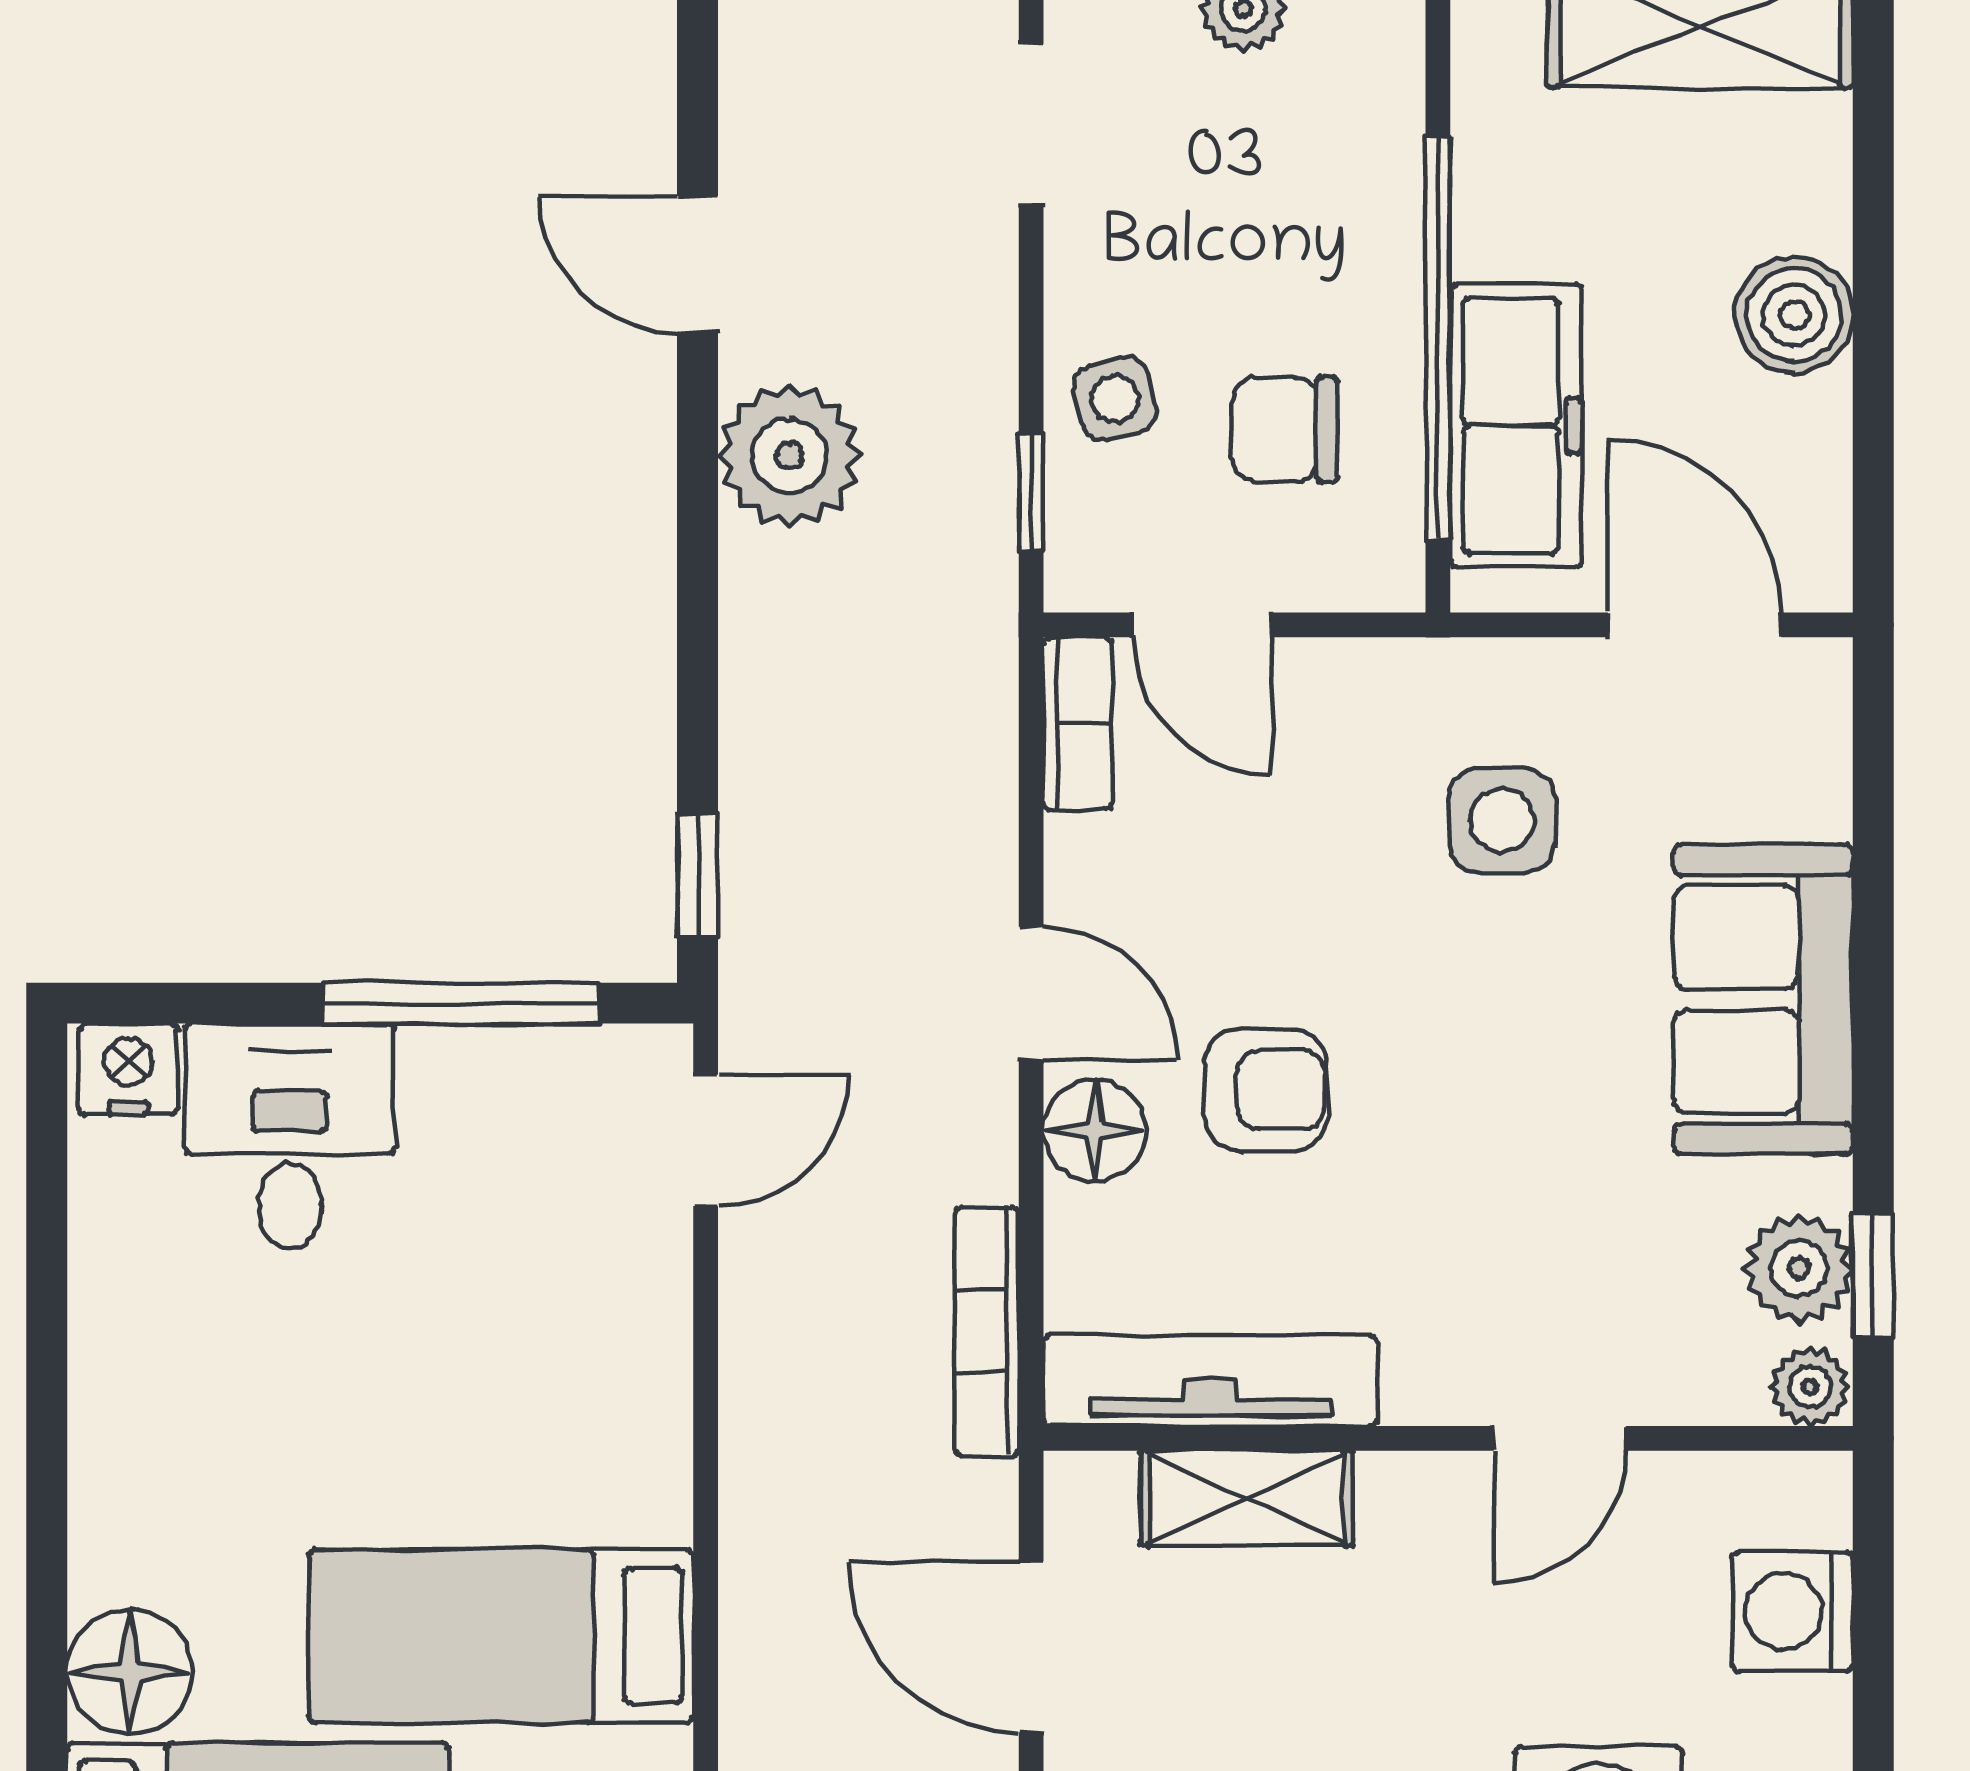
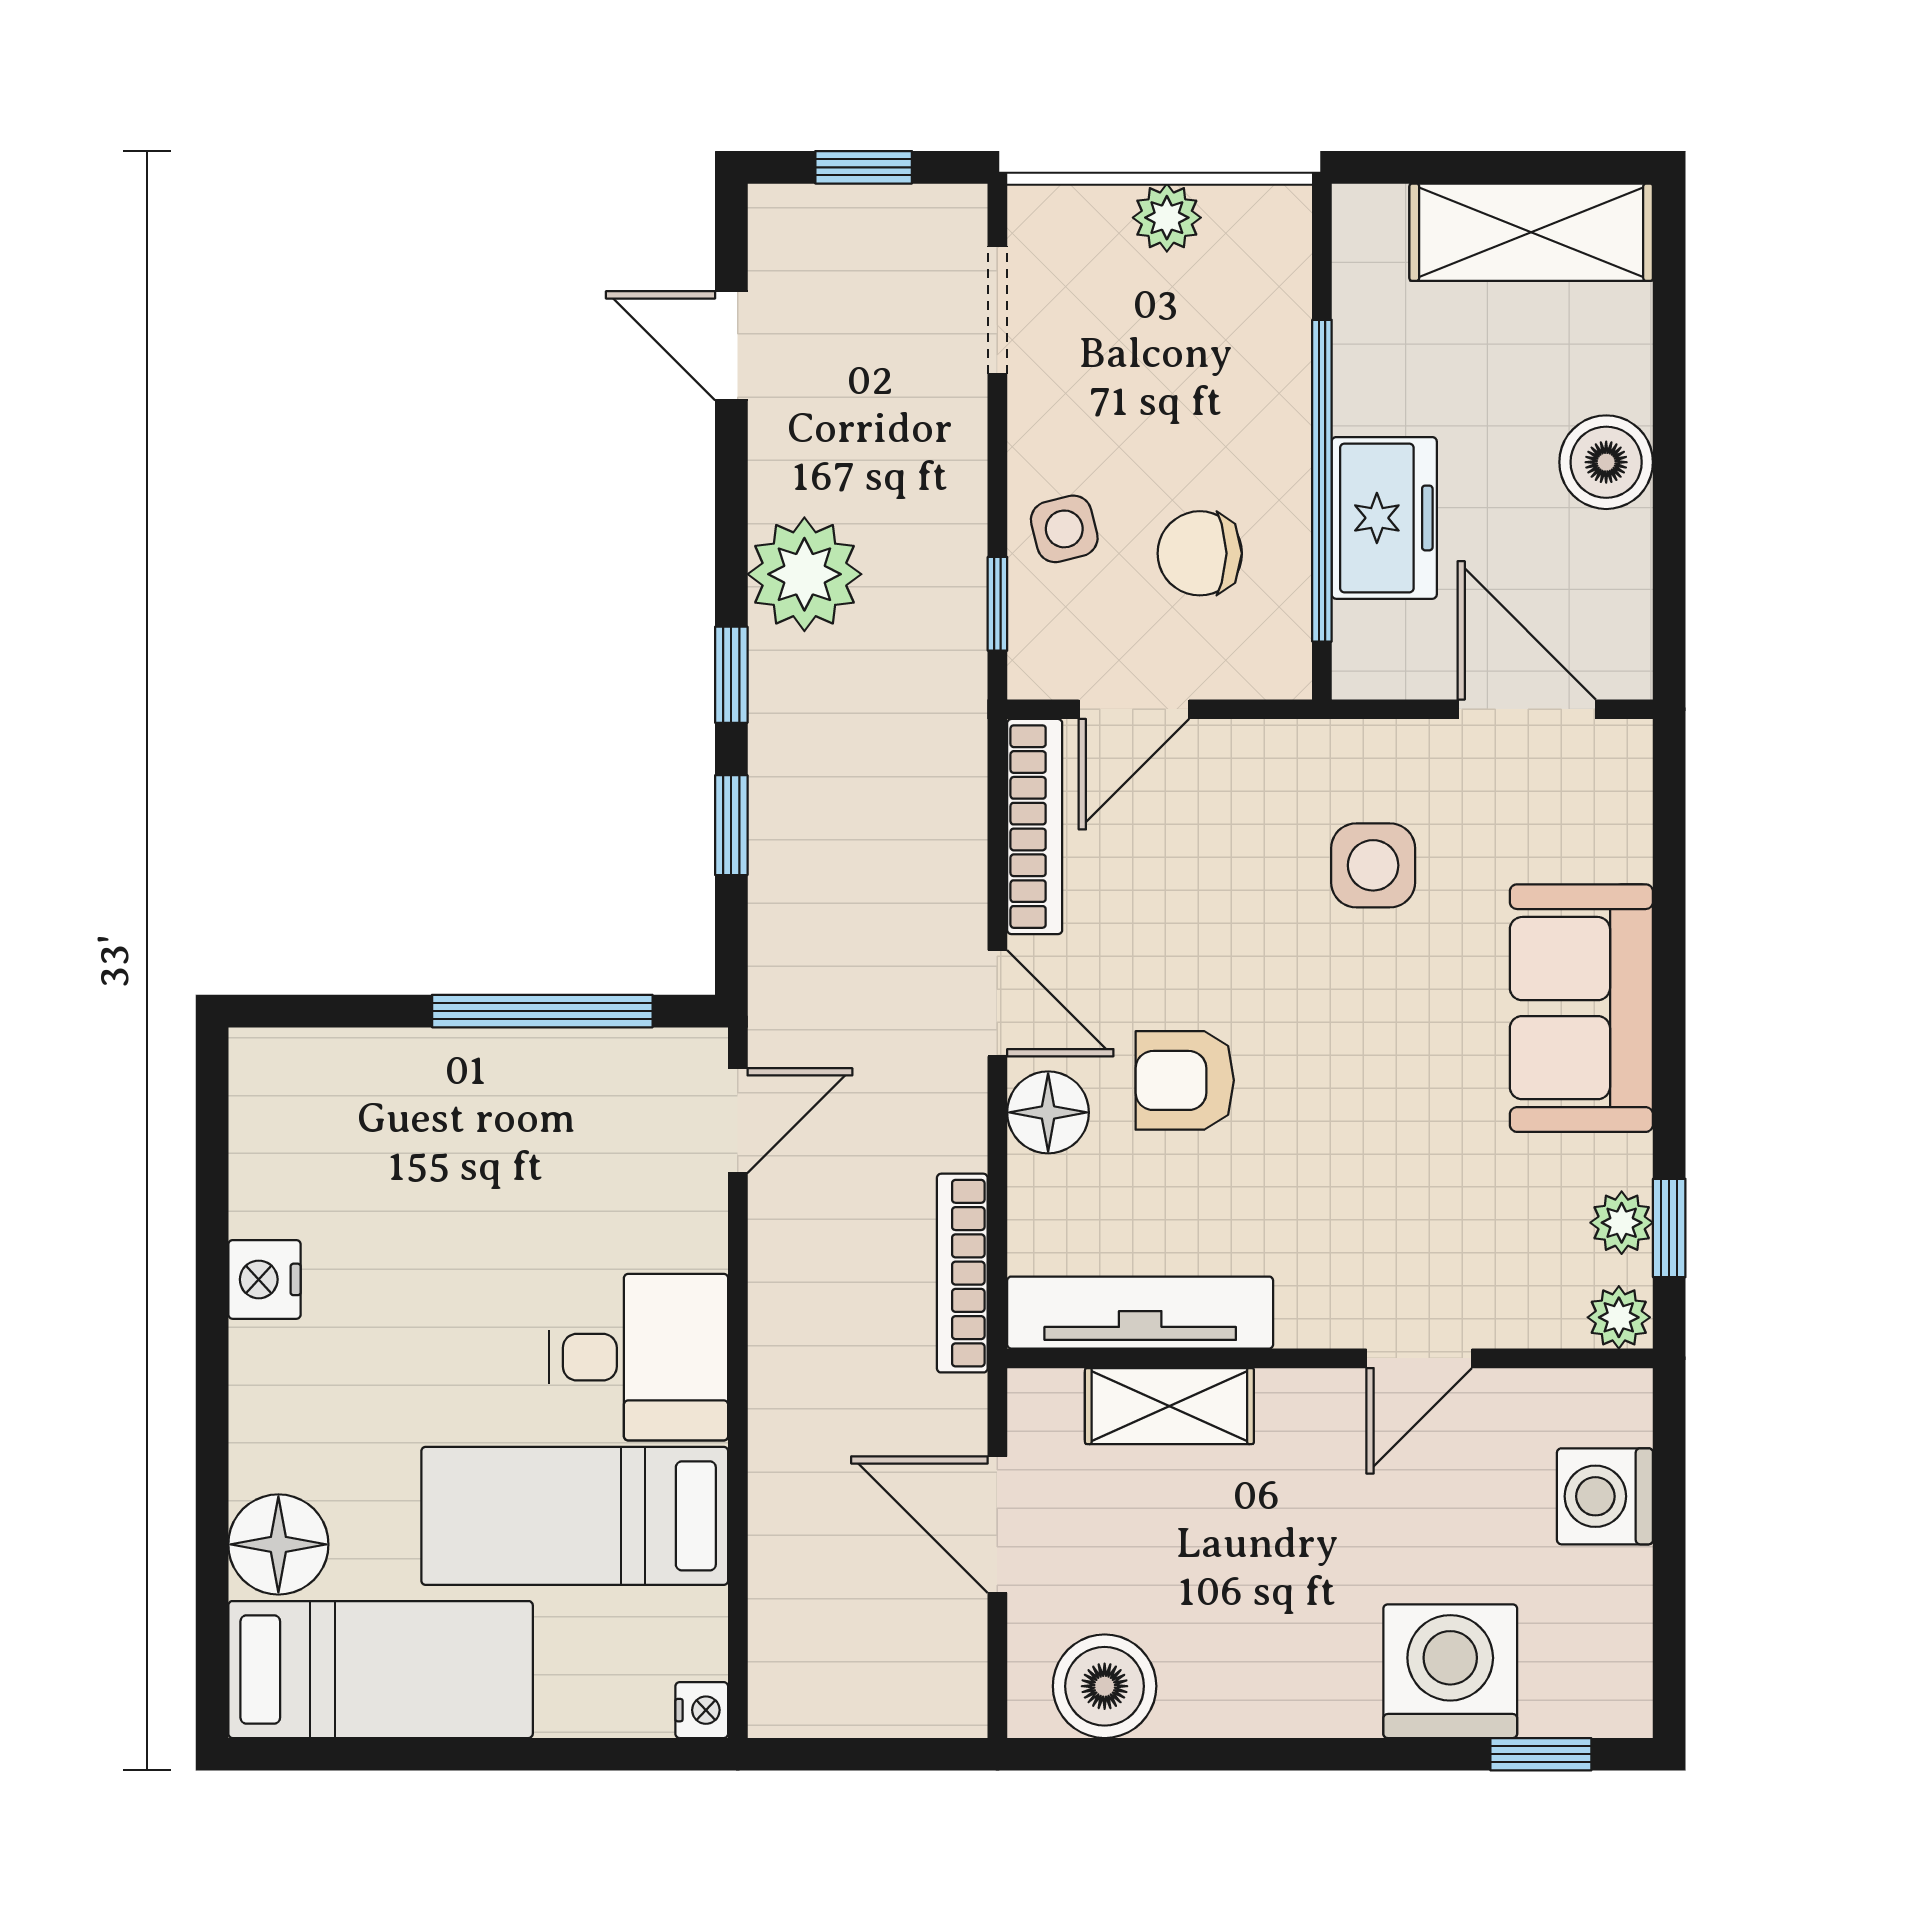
door: (698, 264) -> (731, 346), moved
freezer: (1516, 426) -> (1384, 518), width x0.71
window: (698, 582) -> (731, 675), added
door: (1202, 625) -> (1134, 709), hinge flipped
bookcase: (1078, 723) -> (1035, 827), width x1.56
window: (698, 876) -> (731, 825), moved
nightstand: (128, 1069) -> (264, 1279), moved, turned -90
armchair: (1266, 1090) -> (1185, 1080), turned 180
desk: (290, 1136) -> (638, 1357), moved, turned 90
plant: (1799, 1268) -> (1622, 1223), width x0.73, depth x0.73

